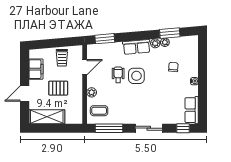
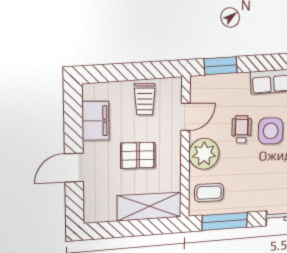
plant: (92, 92) -> (204, 154), width x1.88, depth x1.88
shelving: (47, 117) -> (150, 206), moved

